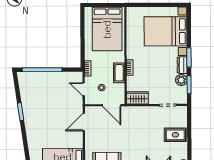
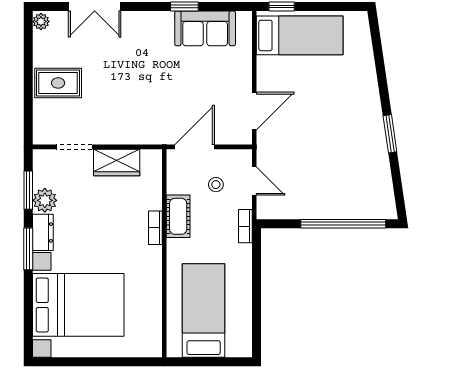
bed: (107, 29) -> (204, 311), width x0.67
wardrobe: (137, 98) -> (117, 162), moved
door: (112, 105) -> (195, 147), hinge flipped

